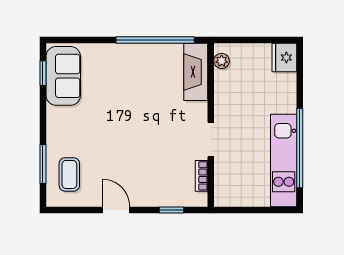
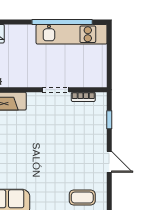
door: (116, 210) -> (109, 162), swing flipped

